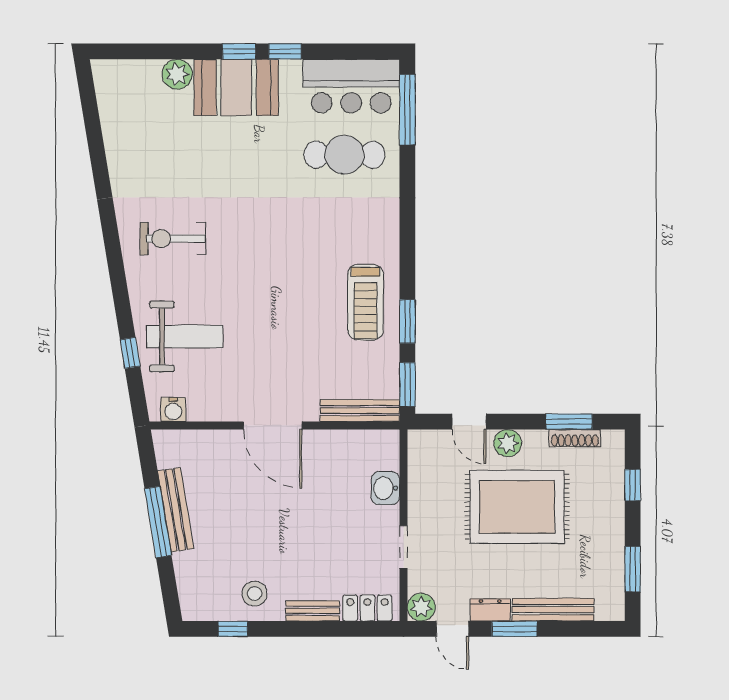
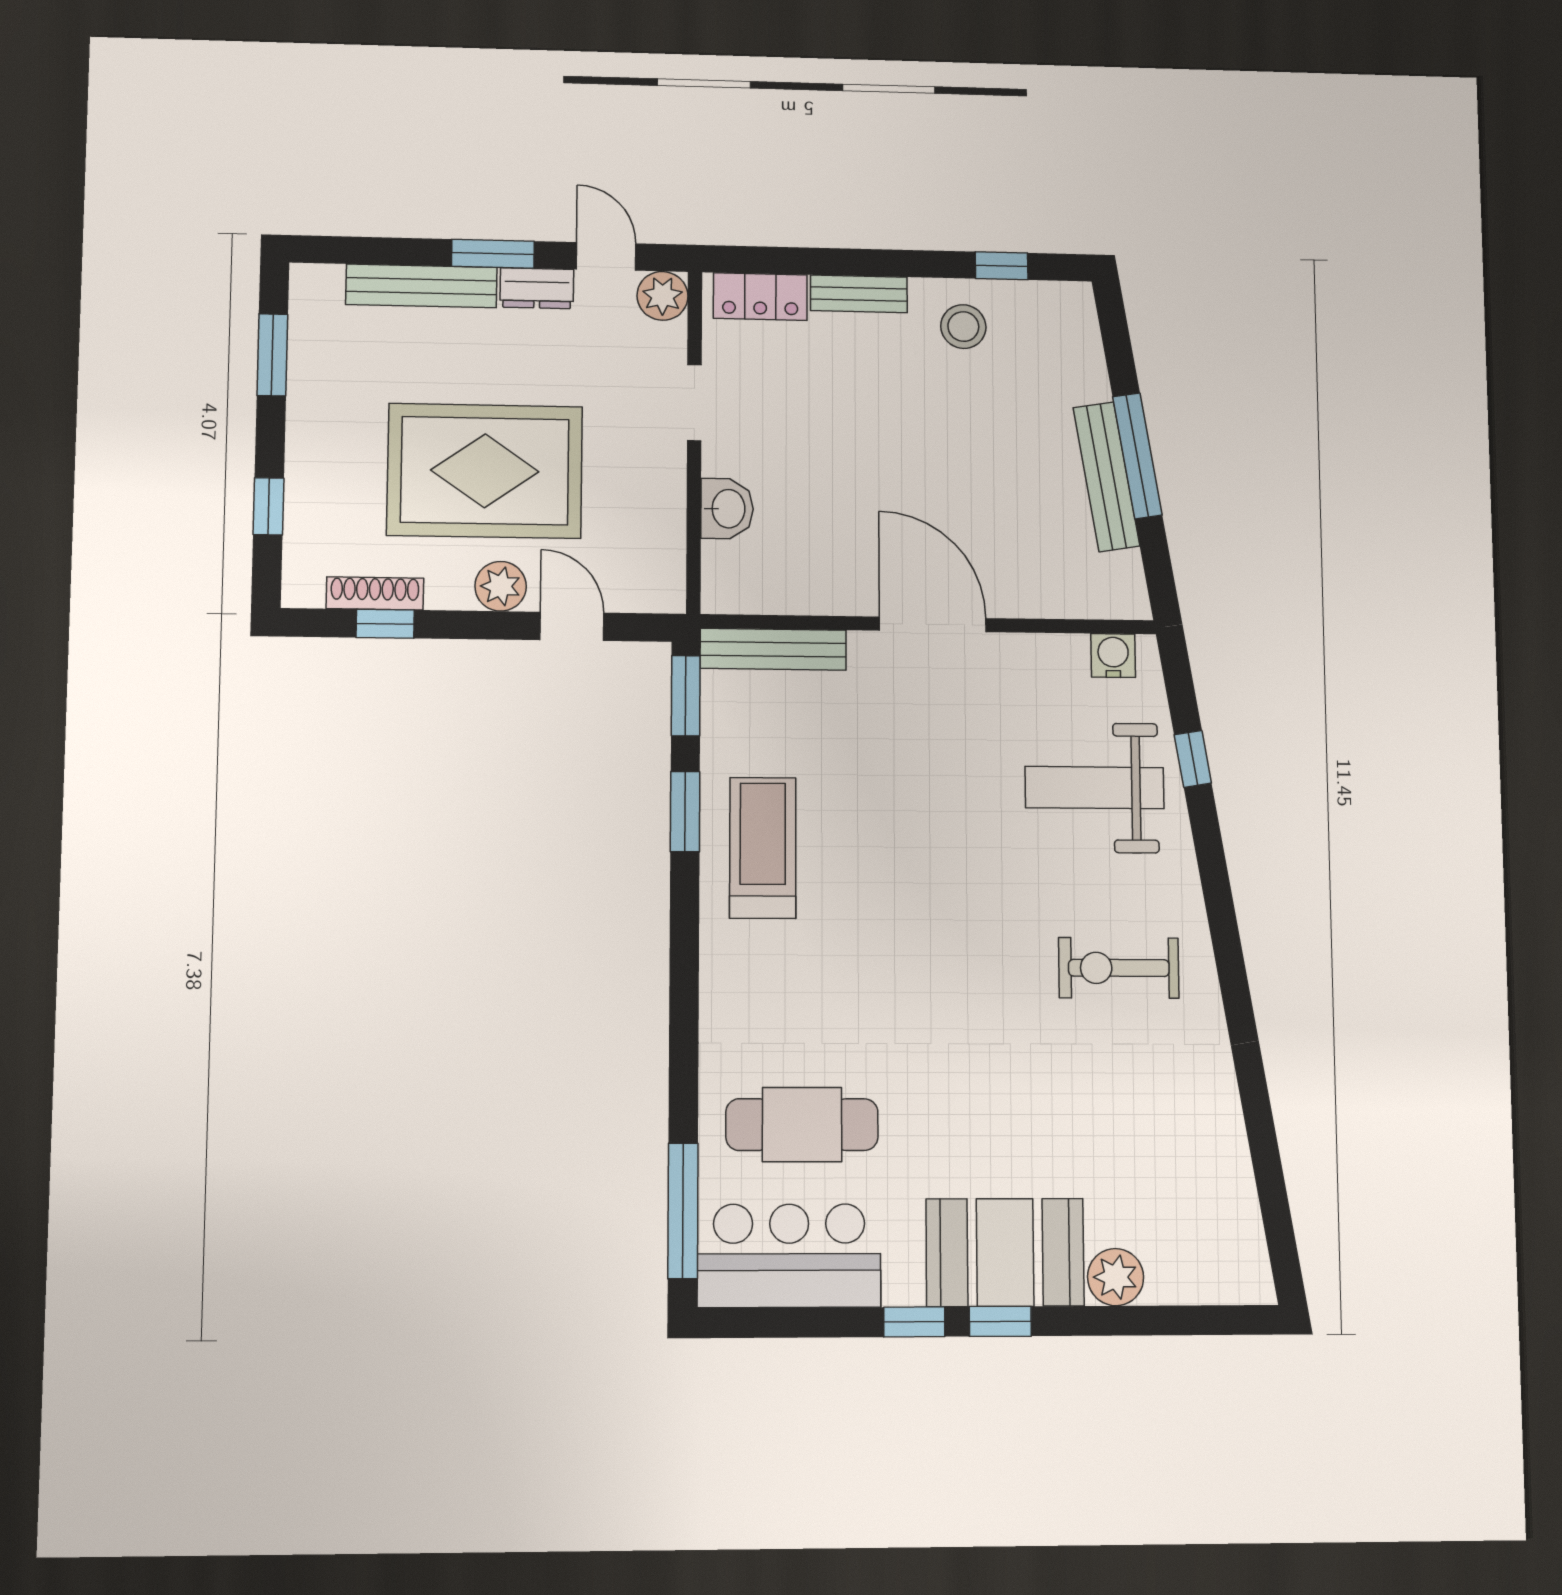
exercise bike: (173, 239) -> (1119, 968), turned 180
window: (569, 422) -> (385, 624), width x0.67

